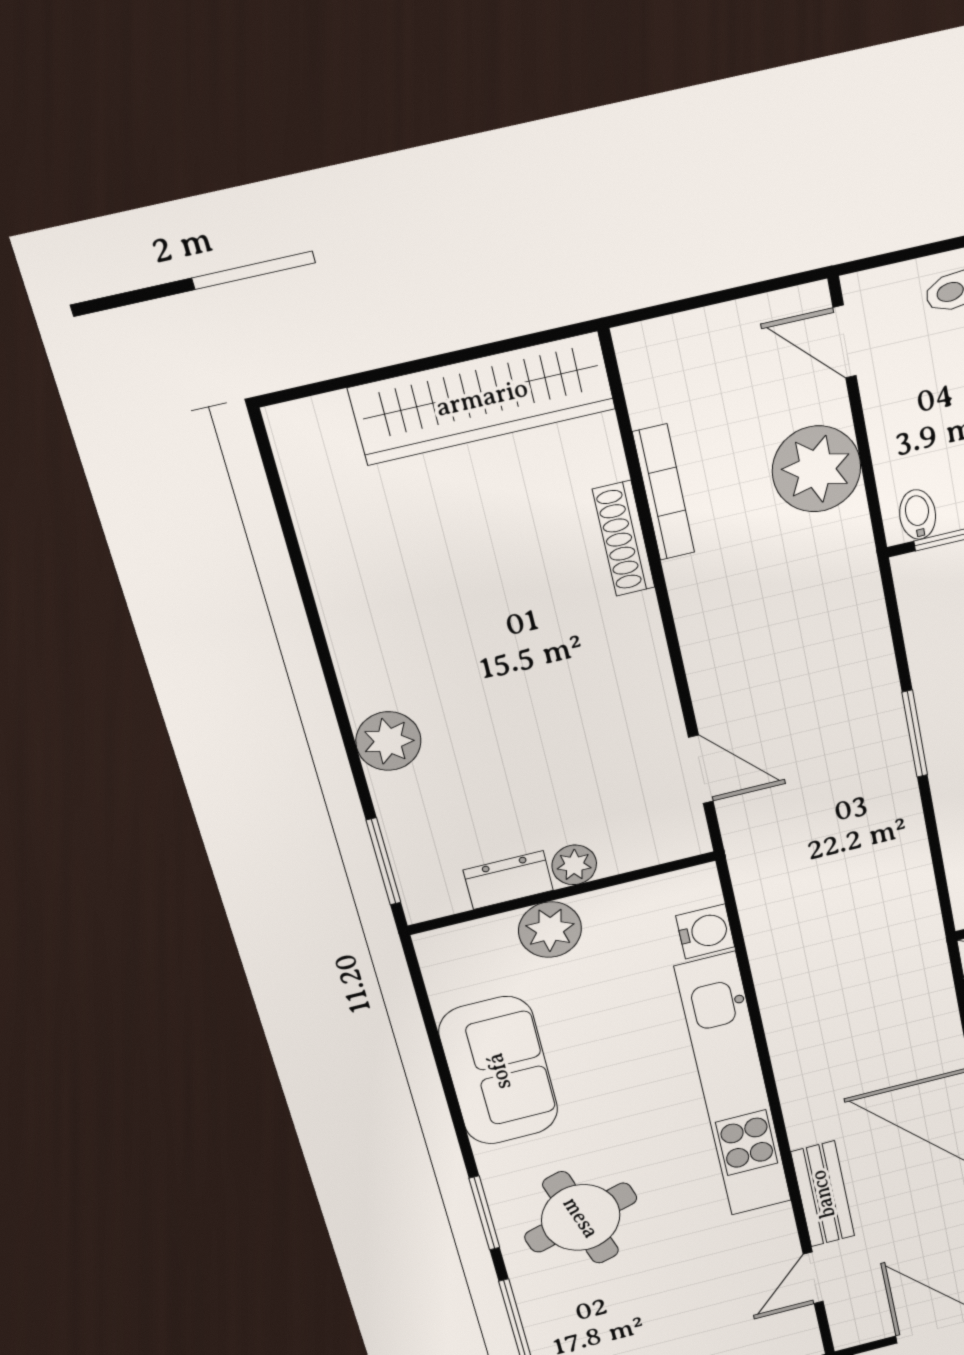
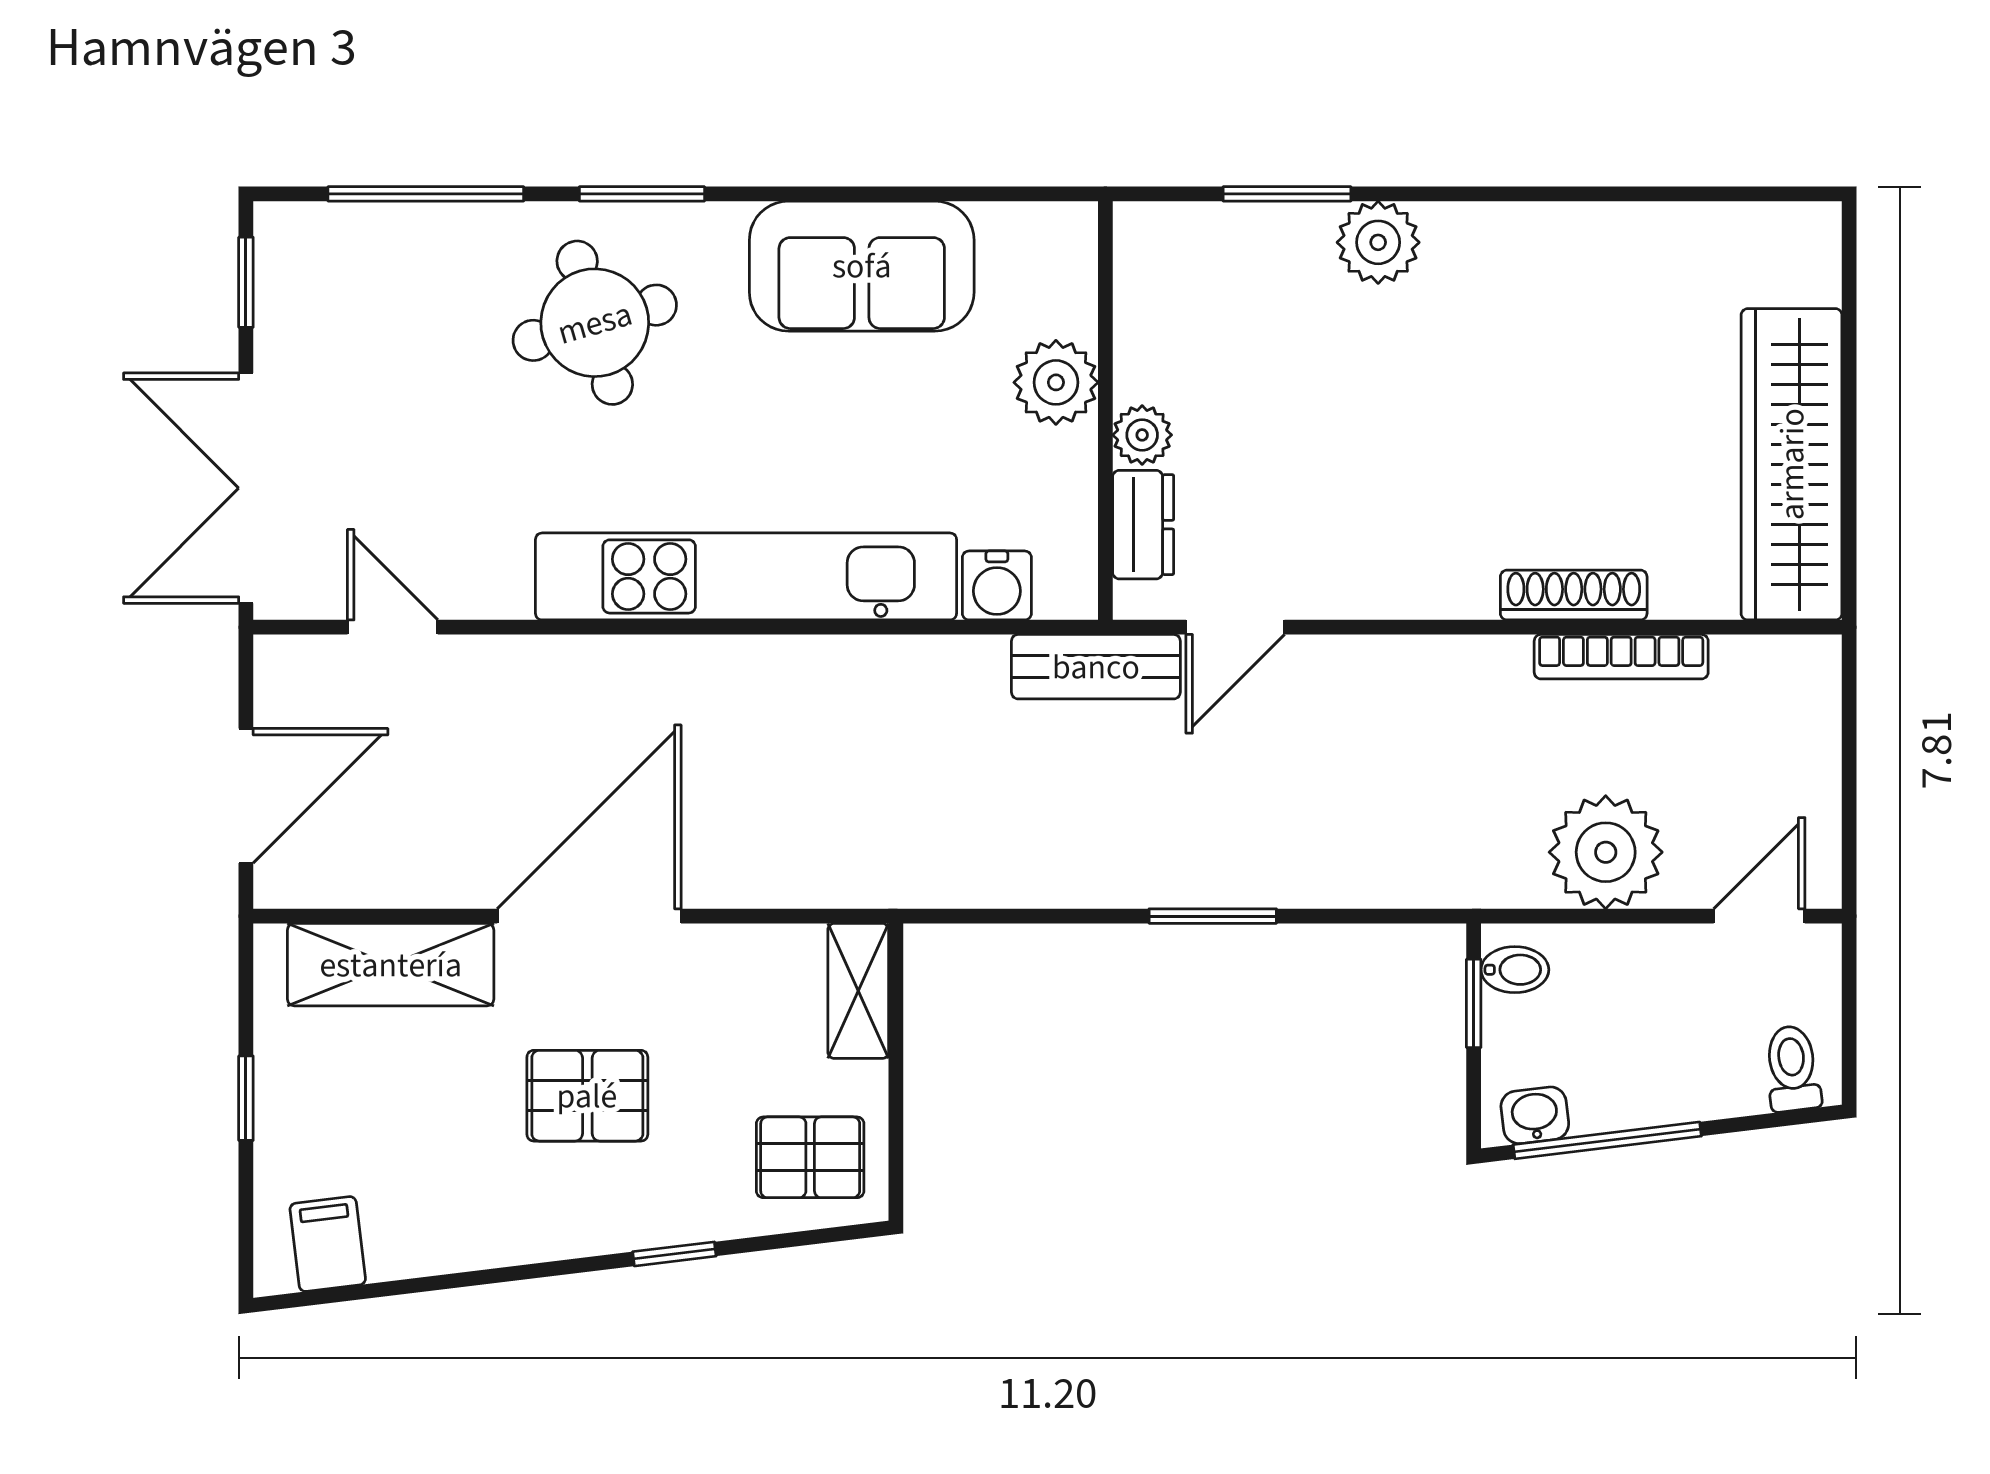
window: (383, 862) -> (1287, 194), moved
dresser: (508, 880) -> (1143, 525), moved
bench: (823, 1194) -> (1096, 667), moved

